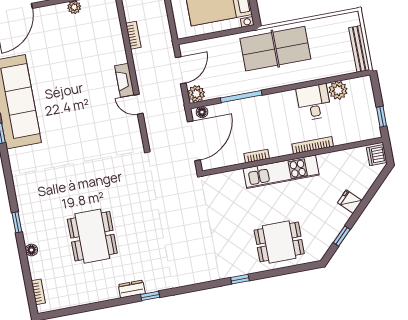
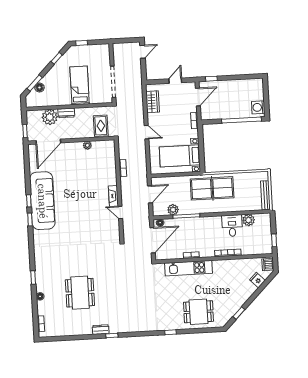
plant: (196, 94) -> (173, 210), moved
kitchen unit: (281, 172) -> (188, 268), moved
fridge: (350, 202) -> (257, 280), moved

